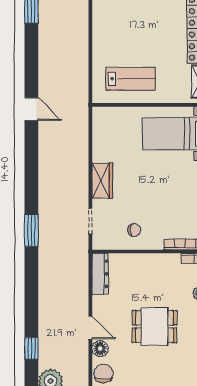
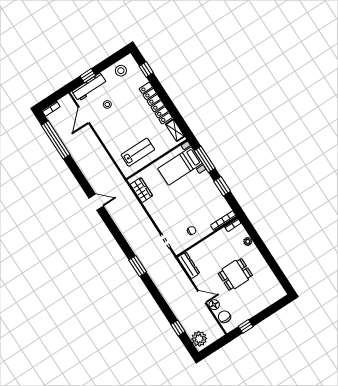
wardrobe: (102, 180) -> (141, 190), moved

